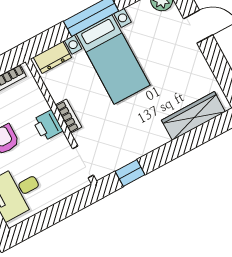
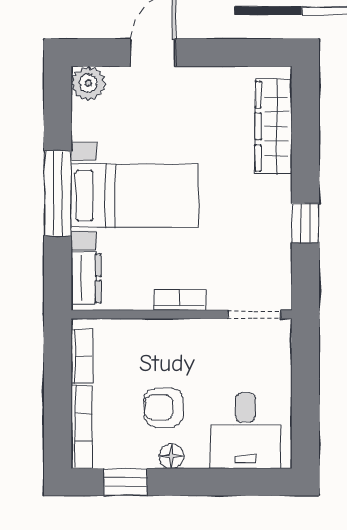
printer: (48, 125) -> (177, 336), removed
window: (130, 173) -> (305, 223), moved

